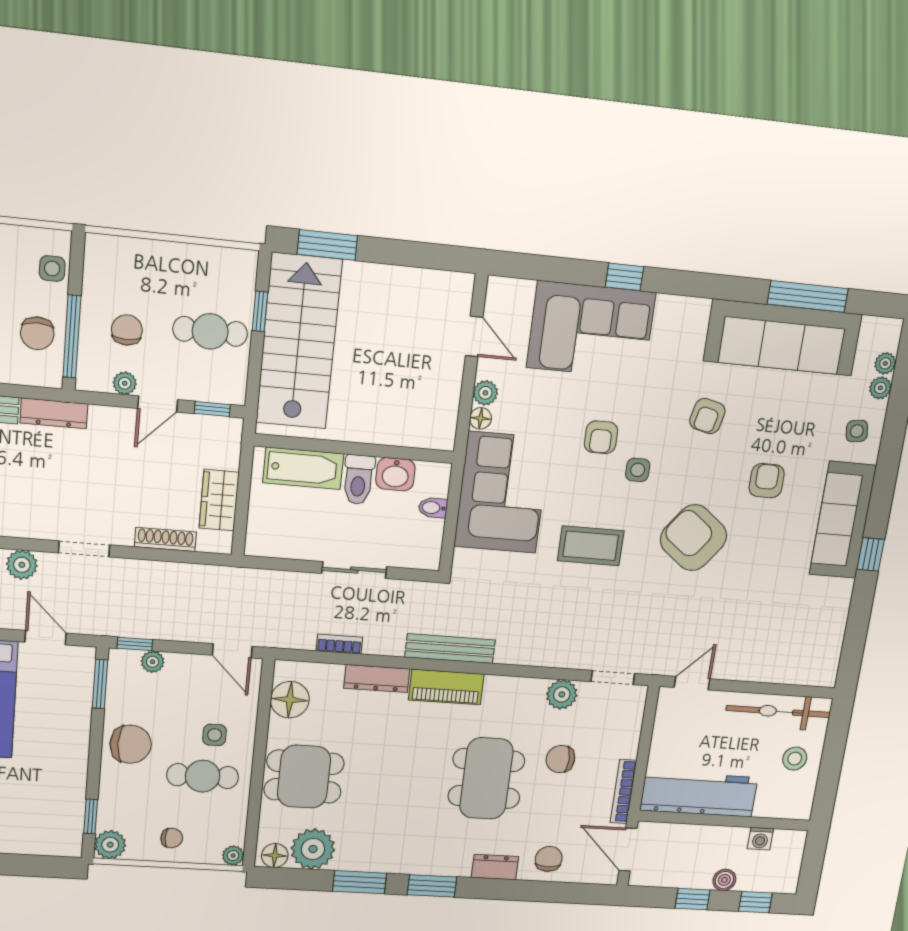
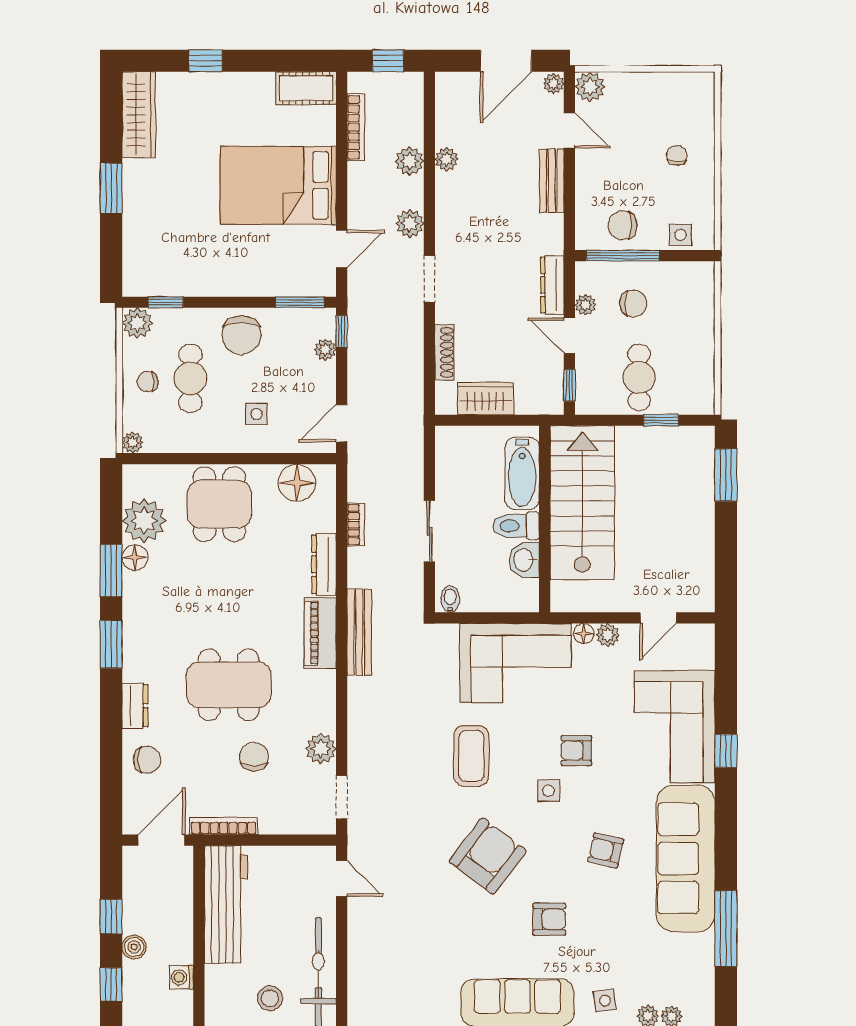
sofa: (783, 338) -> (686, 858), moved
stairs: (299, 342) -> (582, 503), moved, turned -90
dresser: (54, 413) -> (552, 285), moved
bidet: (433, 508) -> (450, 599), moved
cafe table: (203, 776) -> (190, 378), moved
chair: (172, 838) -> (148, 381), turned 90
floor lamp: (275, 856) -> (135, 558), moved

